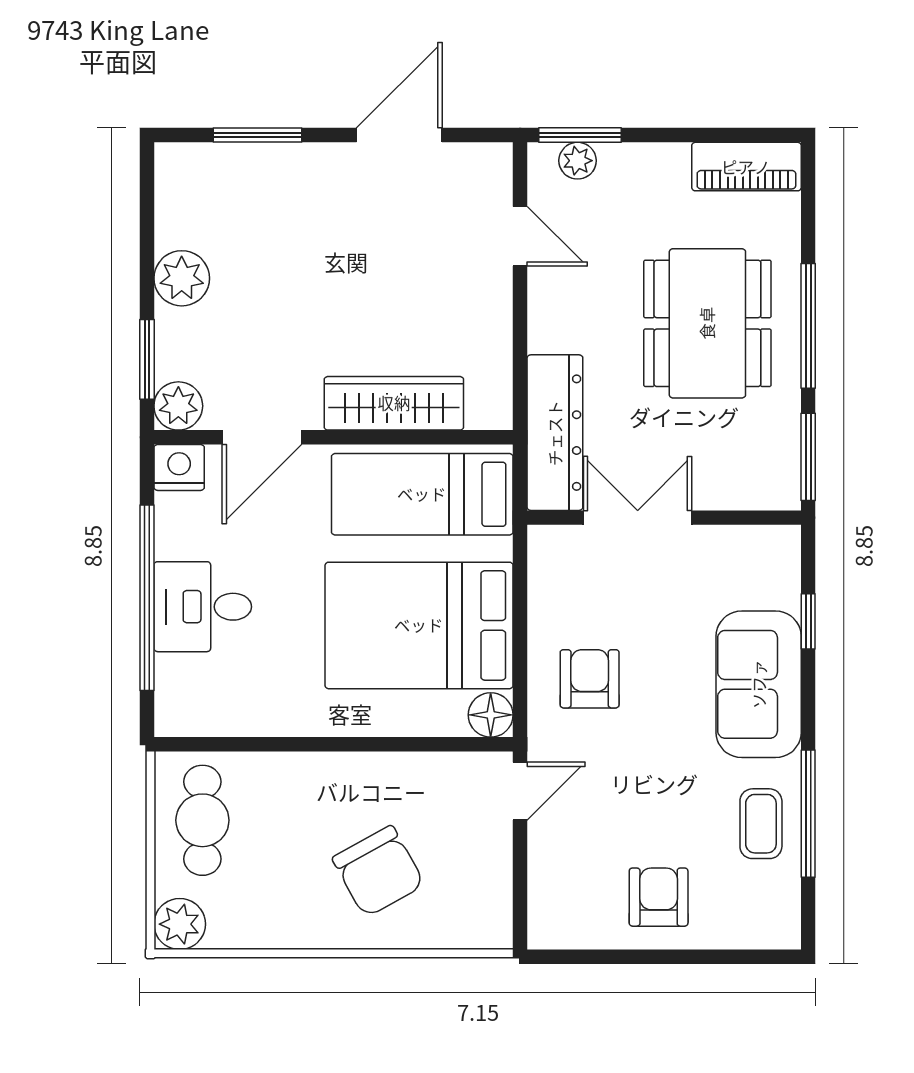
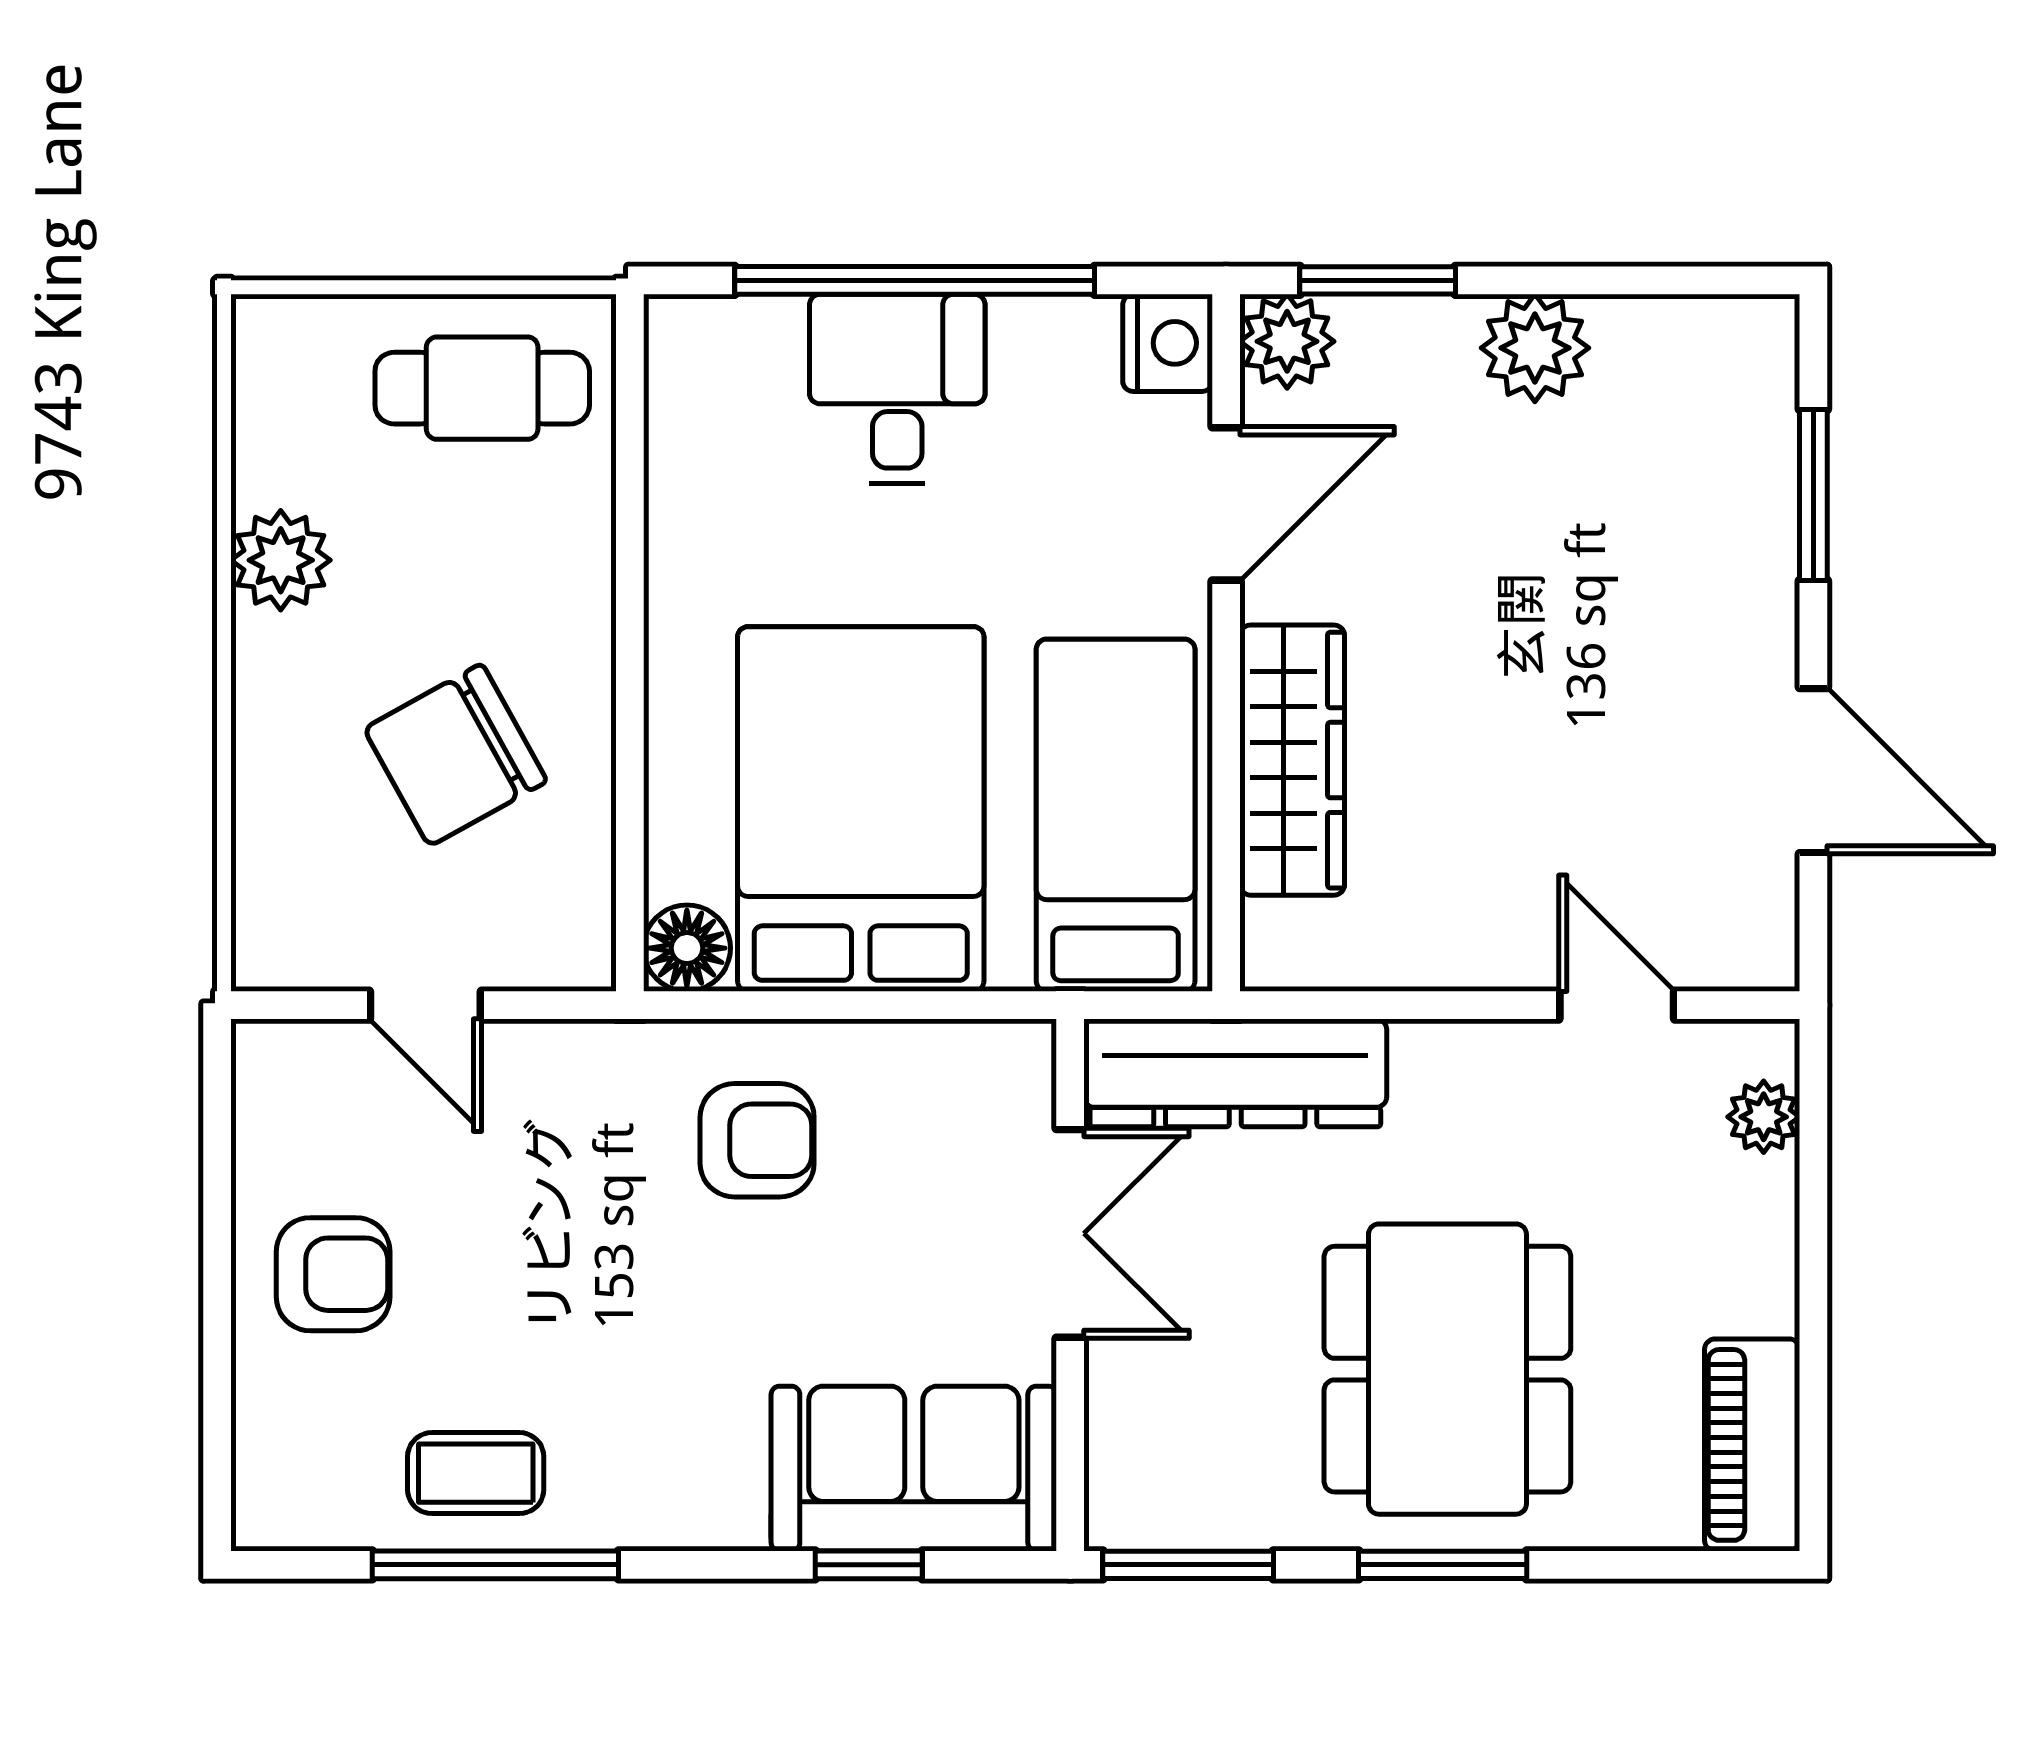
window: (580, 135) -> (1813, 1122), removed
door: (520, 236) -> (1617, 1005), swing flipped
dining table: (707, 323) -> (1447, 1369), turned 90
window: (808, 326) -> (1443, 1565), width x0.69
door: (262, 437) -> (1226, 504), swing flipped
sofa: (759, 684) -> (914, 1469), moved
door: (520, 791) -> (425, 1005), moved
chair: (378, 871) -> (455, 755), moved
plant: (180, 924) -> (281, 560), moved

